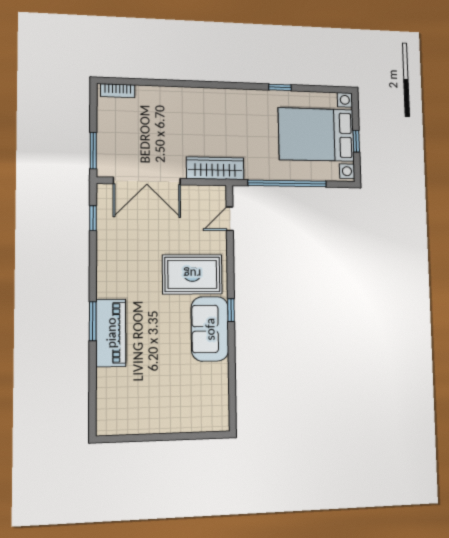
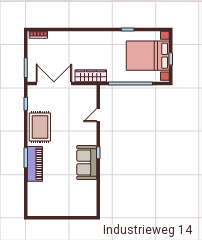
double door: (147, 181) -> (54, 84), swing flipped
door: (230, 219) -> (98, 115), moved
rug: (192, 274) -> (40, 127), moved, turned 90

